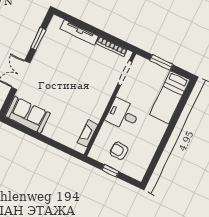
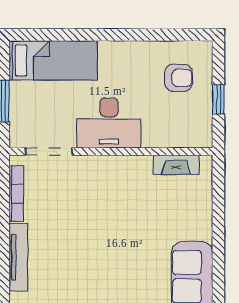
desk: (123, 114) -> (109, 123), width x1.37
armchair: (119, 151) -> (179, 78), moved, turned -94

